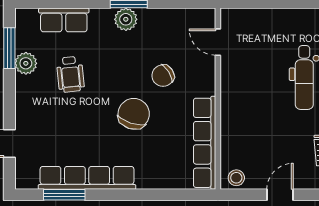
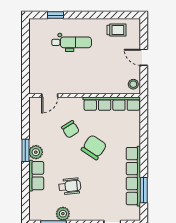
row of seats: (64, 20) -> (36, 176), moved
chair: (134, 114) -> (94, 147), turned 106

